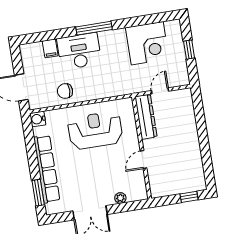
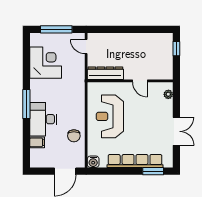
window: (189, 50) -> (56, 29), width x2.17
door: (160, 91) -> (86, 47), moved
plant: (120, 198) -> (168, 94), moved

